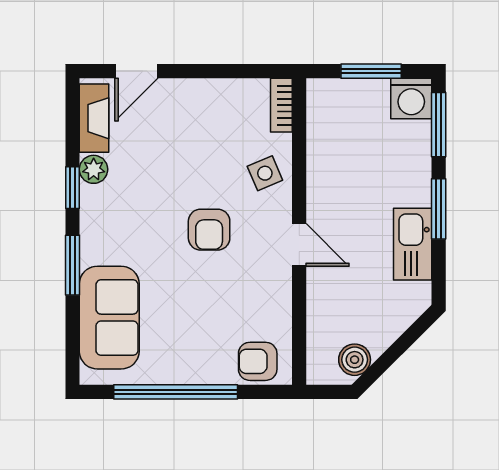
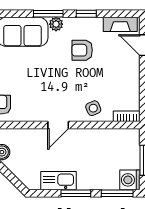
plant: (94, 169) -> (56, 24), moved
armchair: (209, 230) -> (82, 50), moved

